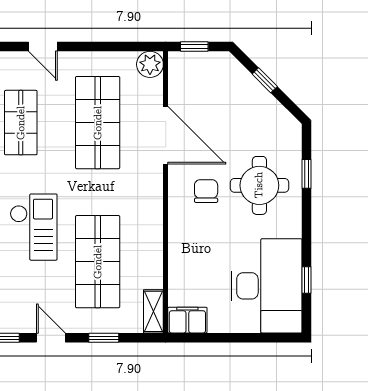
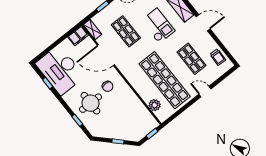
plant: (150, 64) -> (155, 105), moved
shop shelf: (98, 123) -> (165, 80), width x1.40
door: (166, 135) -> (106, 55), moved
checkout: (34, 227) -> (158, 26), turned 180
shop shelf: (98, 262) -> (126, 31), width x0.70, depth x0.74

